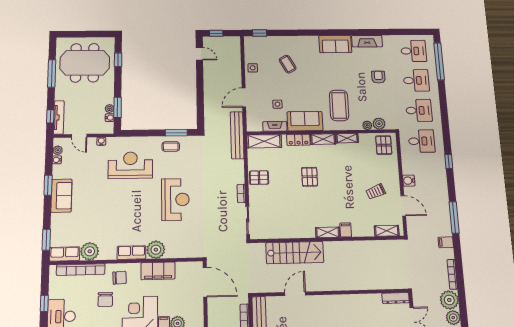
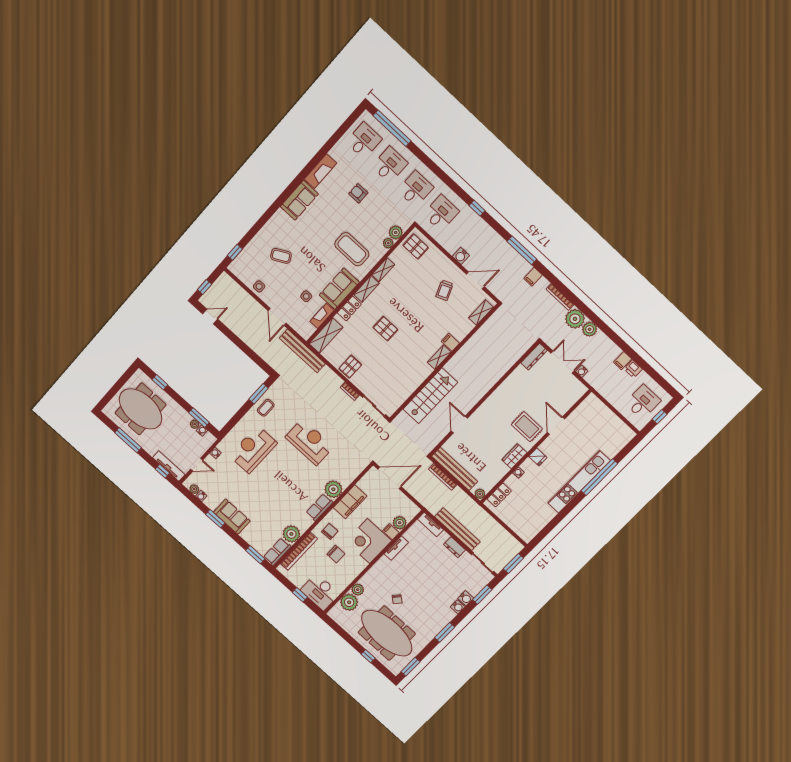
meeting table: (85, 63) -> (141, 409), turned 90

